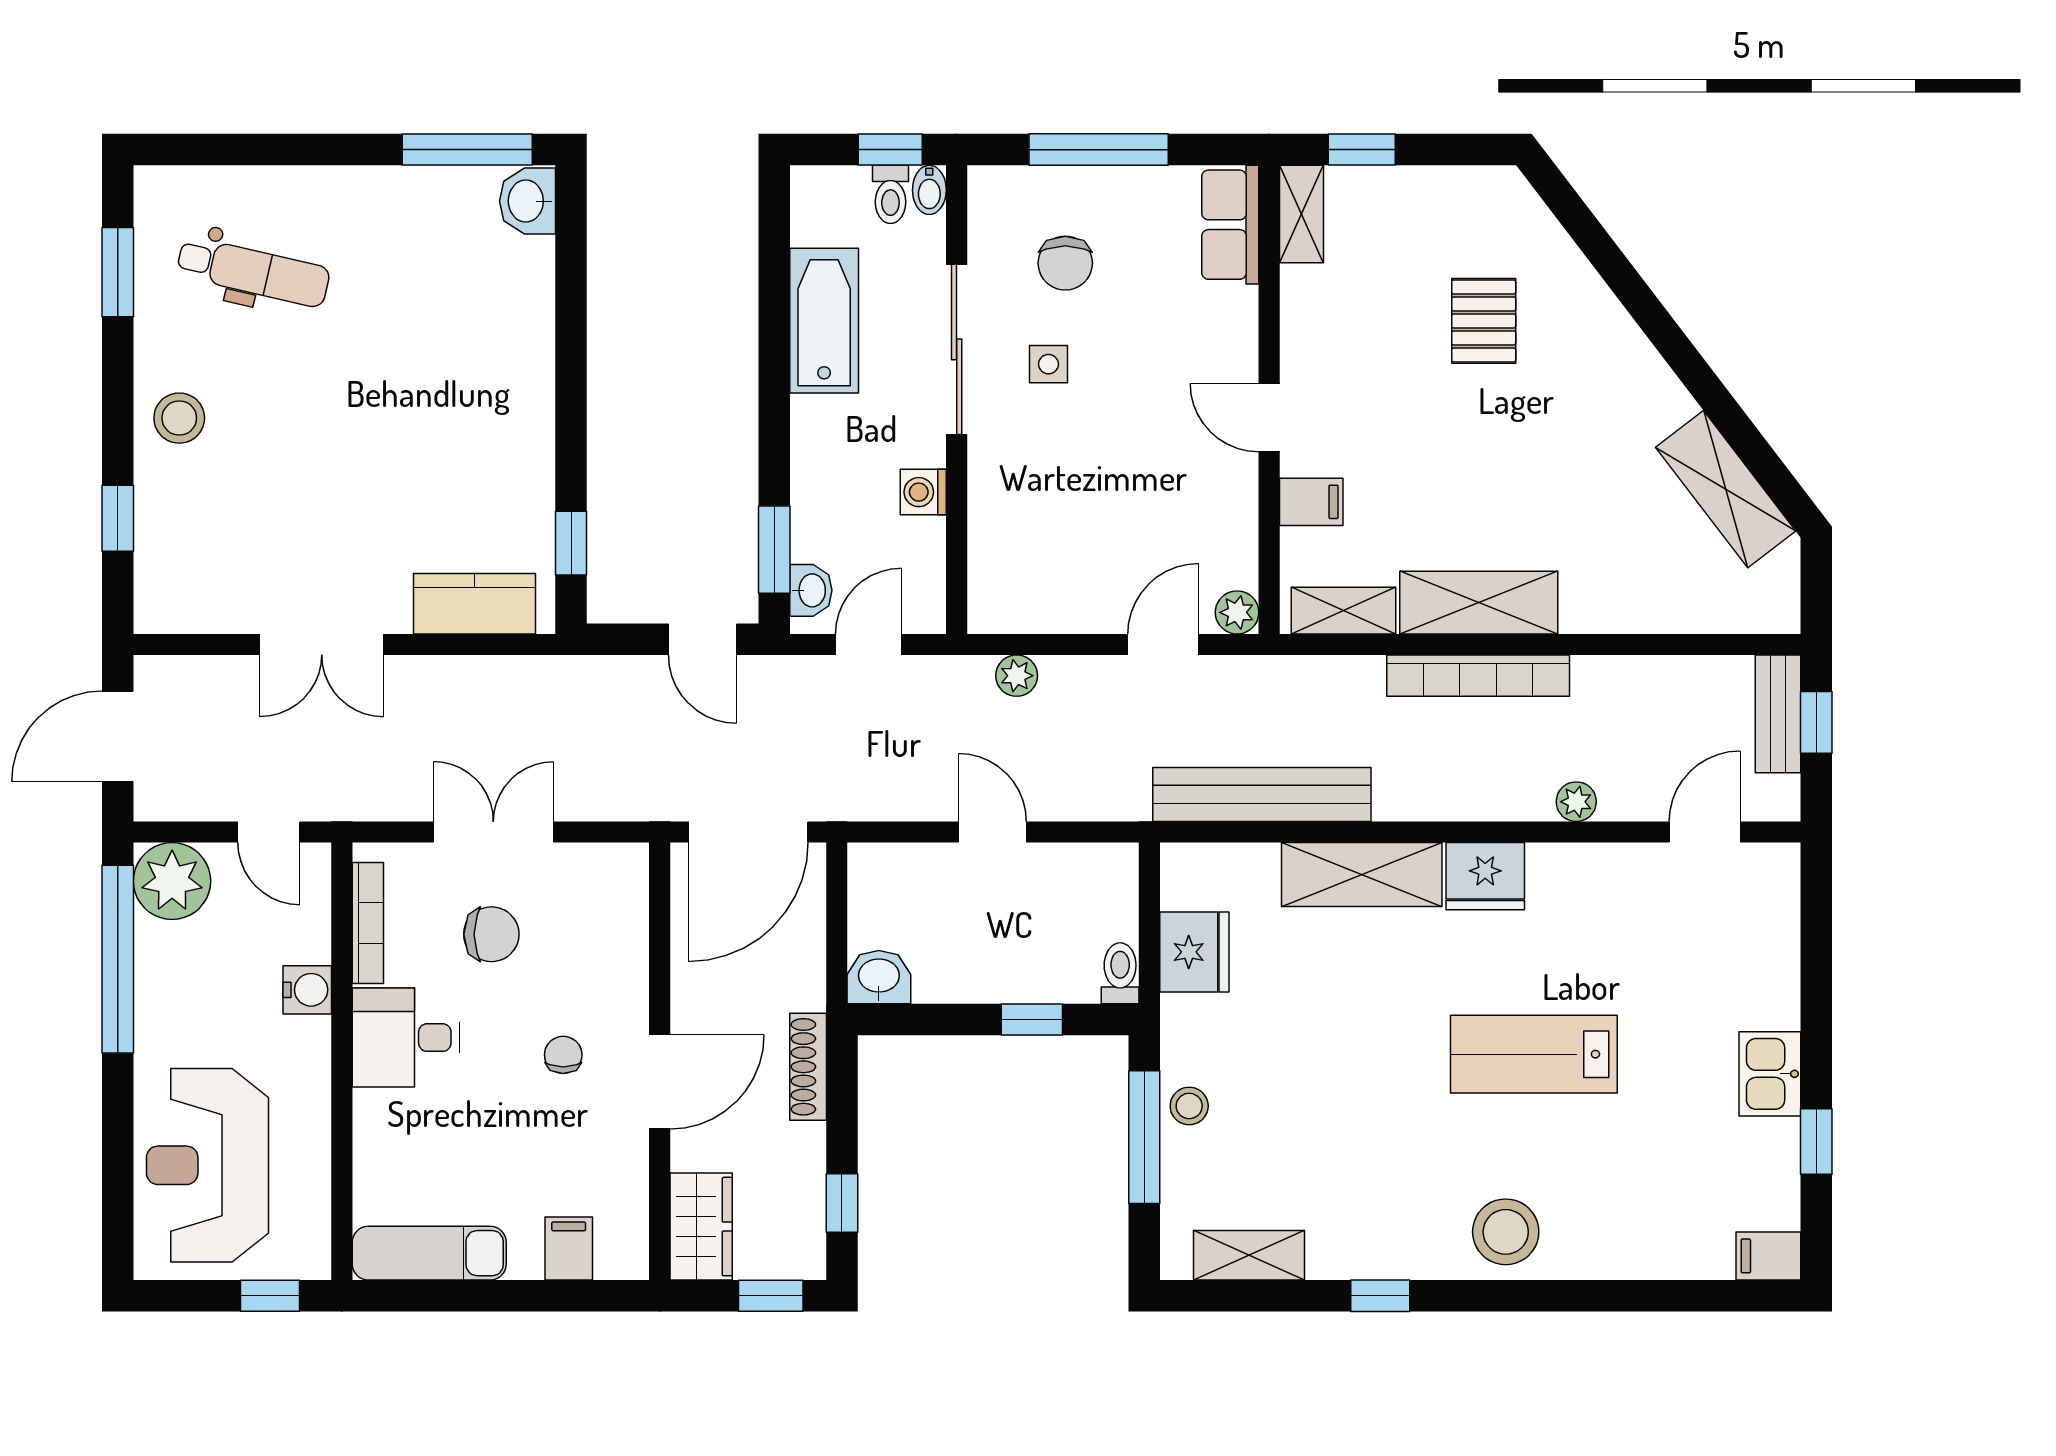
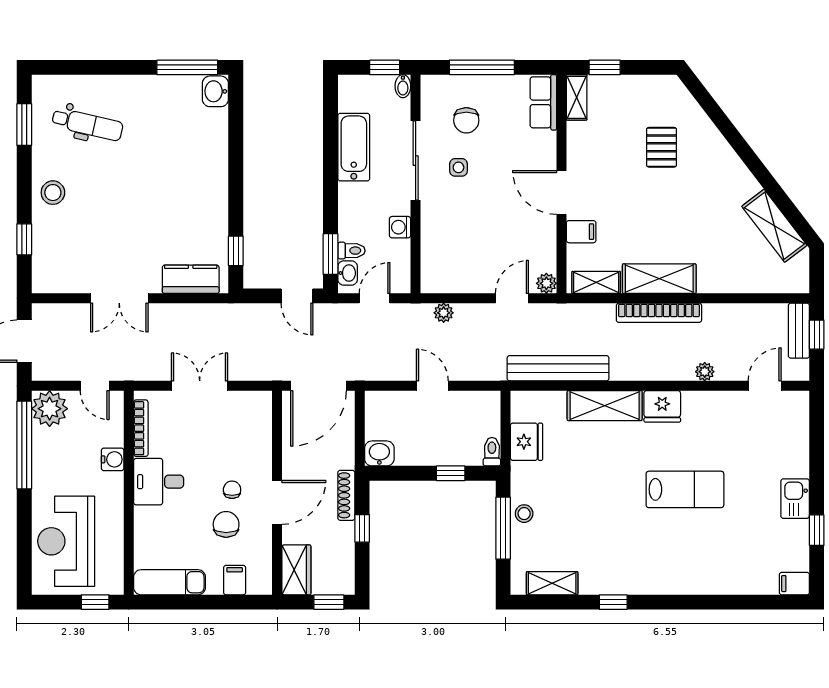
toilet: (890, 194) -> (351, 251), moved, turned -90
door: (1269, 418) -> (561, 192), width x1.38
chair: (491, 934) -> (226, 524), moved, turned -90
lab bench: (1534, 1054) -> (685, 489), turned 180
window: (842, 1203) -> (362, 528), moved
stool: (1506, 1232) -> (672, 572), removed

